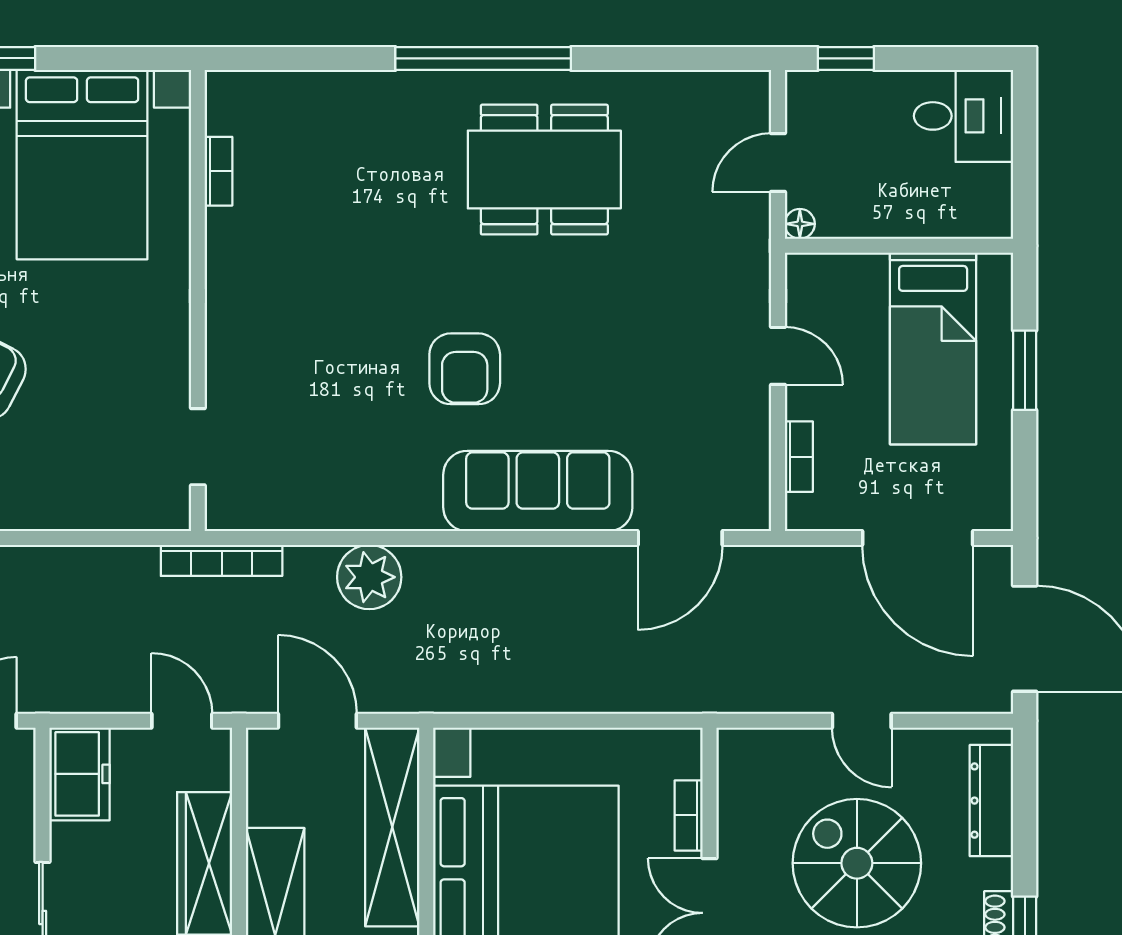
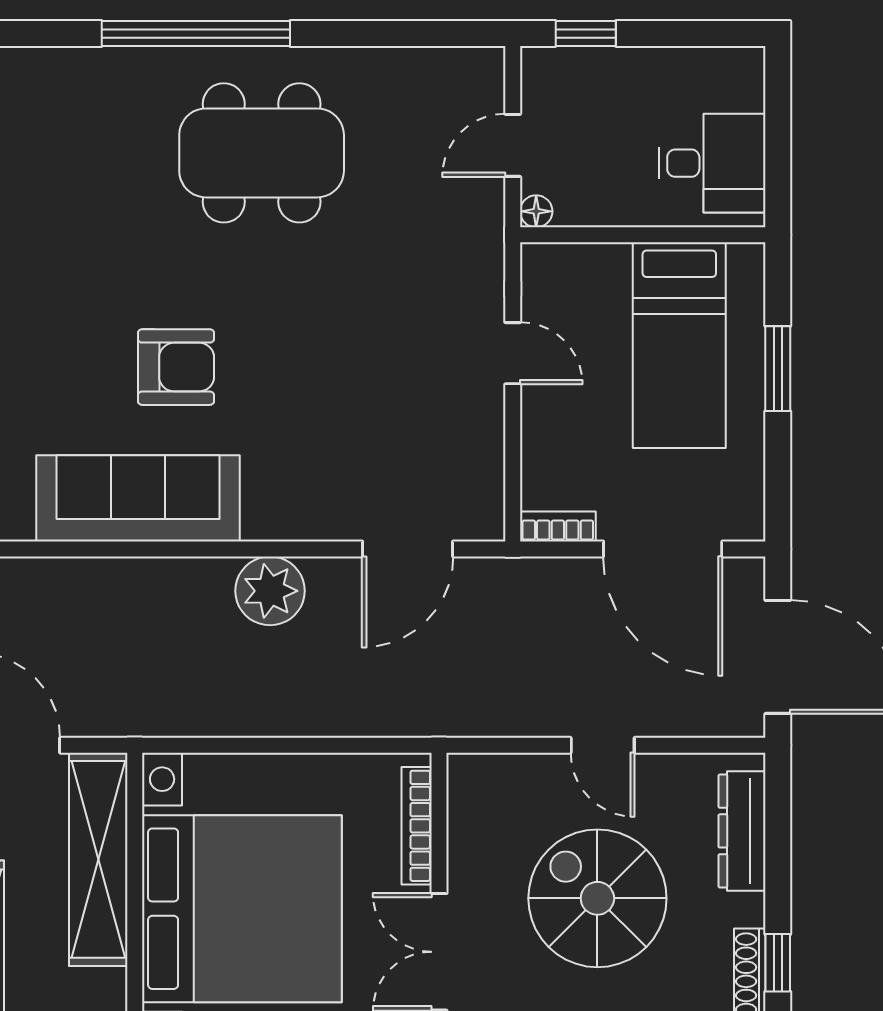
desk: (964, 116) -> (712, 163), moved
armchair: (465, 369) -> (176, 367), turned -90
bookcase: (799, 457) -> (558, 526), moved, turned -90
sofa: (538, 491) -> (138, 498), moved
plant: (369, 577) -> (270, 591), moved
bookcase: (689, 815) -> (417, 826), width x1.56

